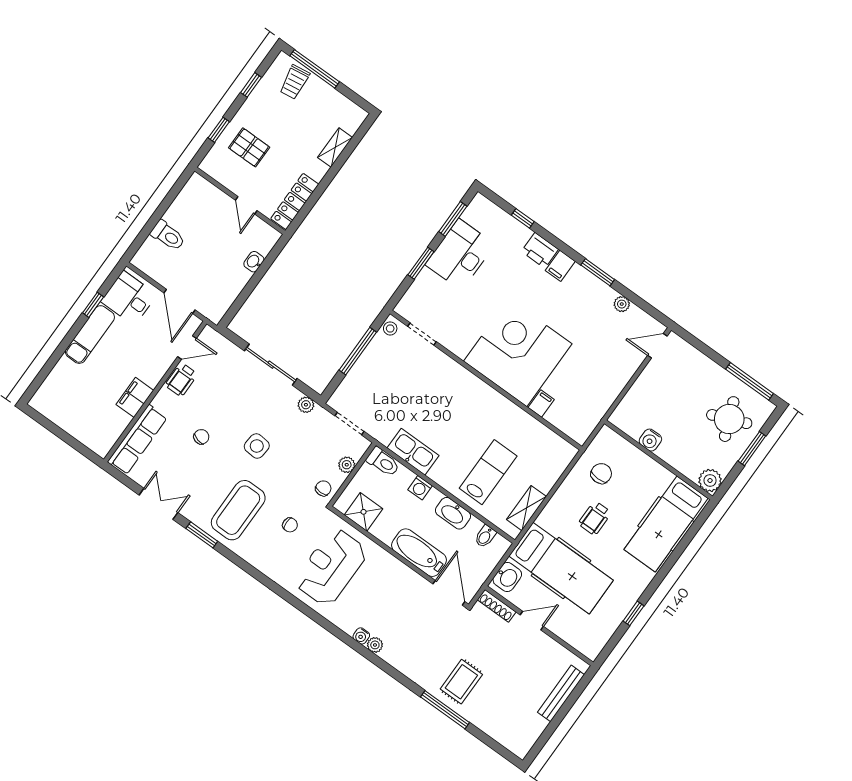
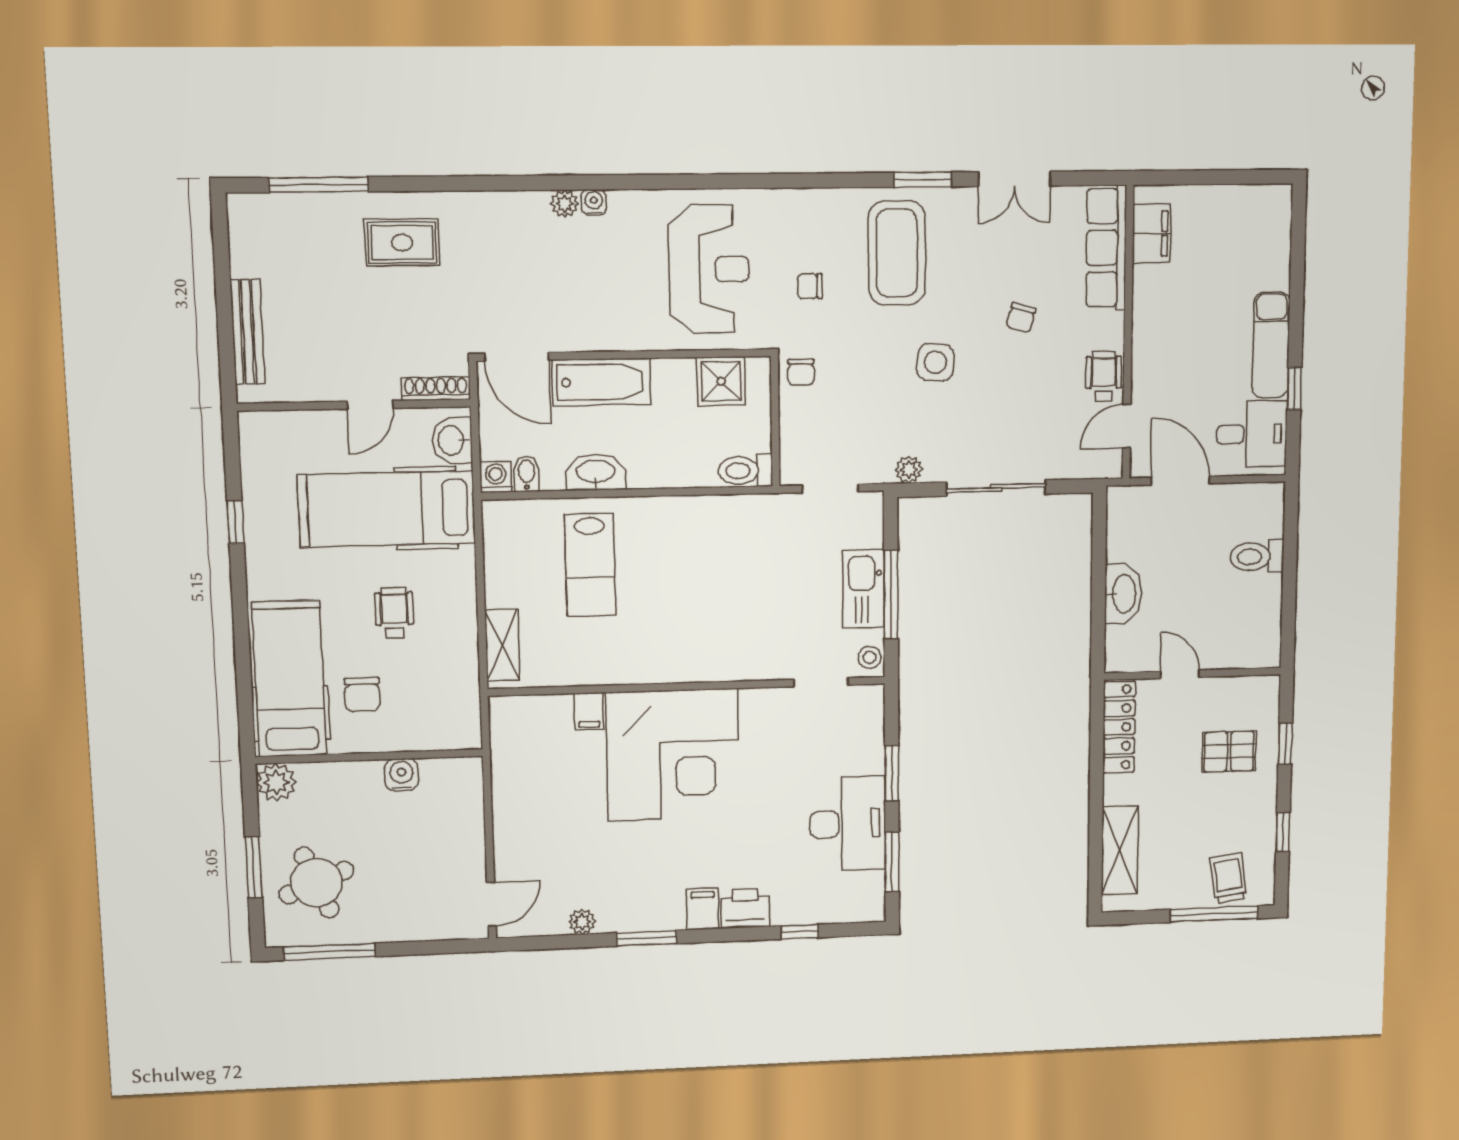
shelving: (335, 147) -> (1120, 850), width x1.50, depth x1.33
washbasin: (254, 262) -> (1123, 594), width x1.91, depth x1.45
filing cabinet: (135, 397) -> (1151, 234), moved
kitchen sink: (413, 452) -> (864, 589), moved, turned 90
plant: (347, 465) -> (793, 429), removed
chair: (601, 473) -> (362, 694), moved
washing machine: (420, 488) -> (496, 477), moved
shelving: (526, 508) -> (502, 645), moved
rug: (461, 682) -> (402, 243), turned 90
window: (445, 710) -> (318, 185), moved

